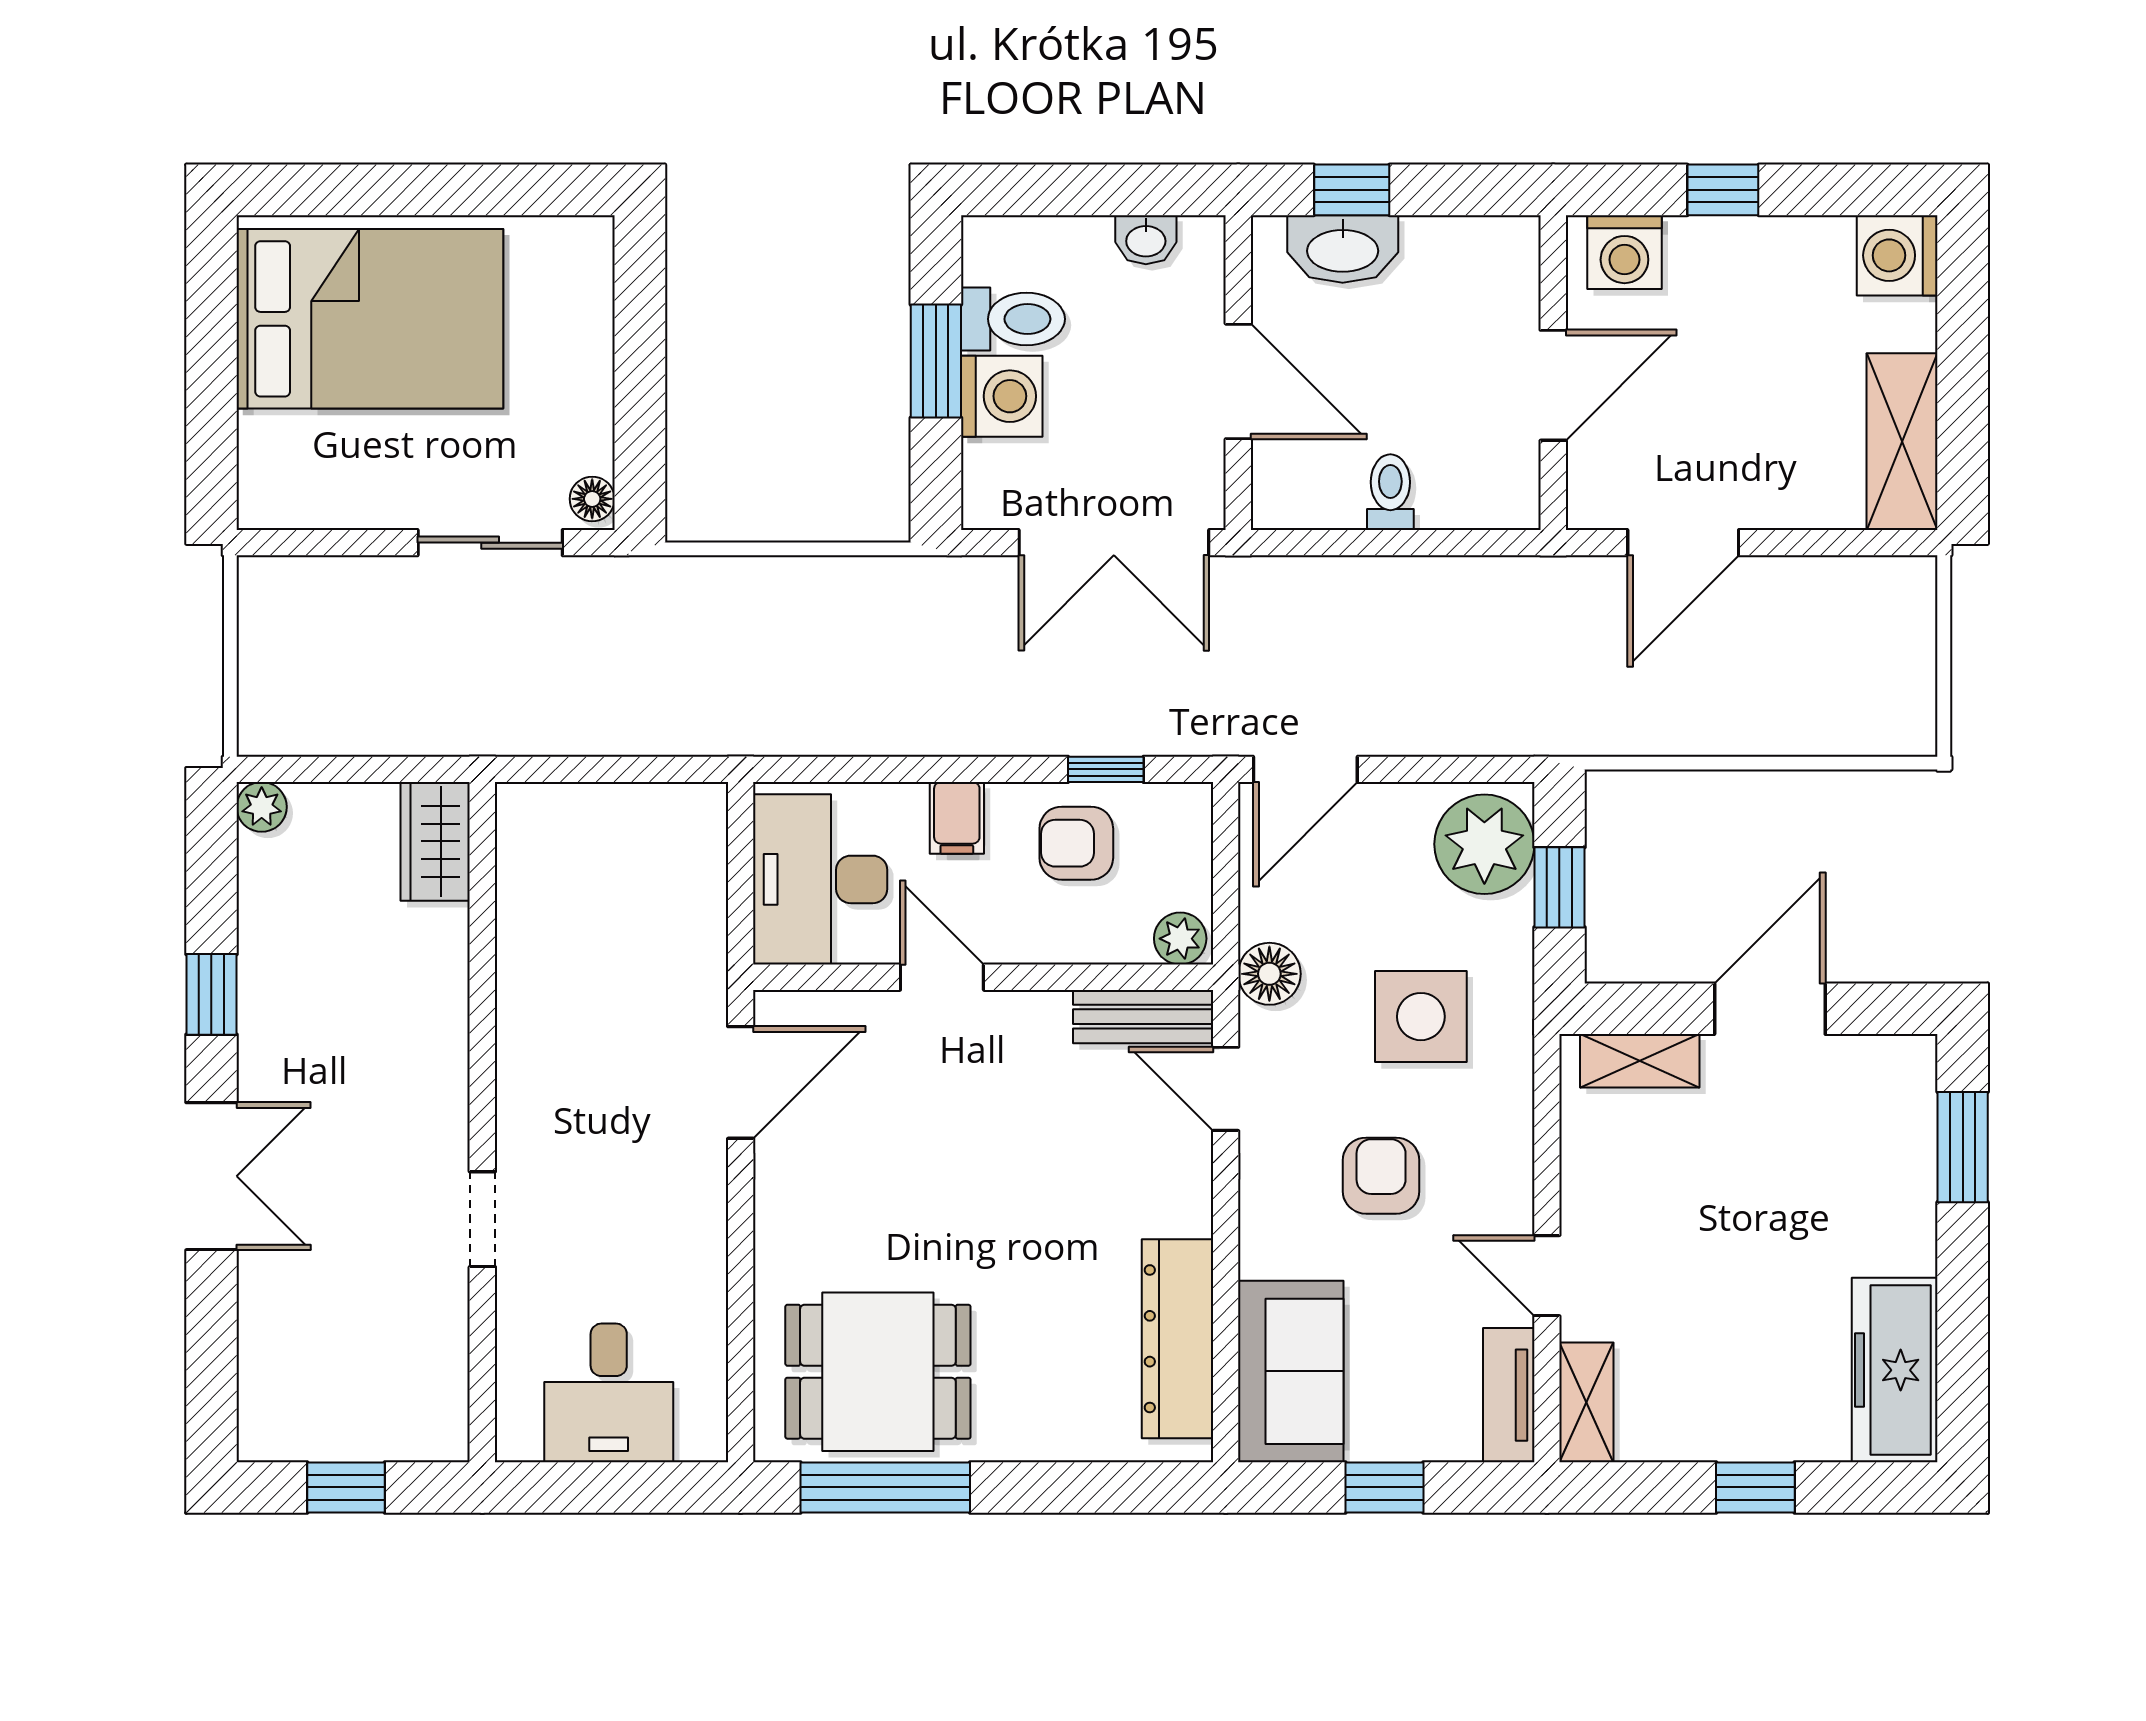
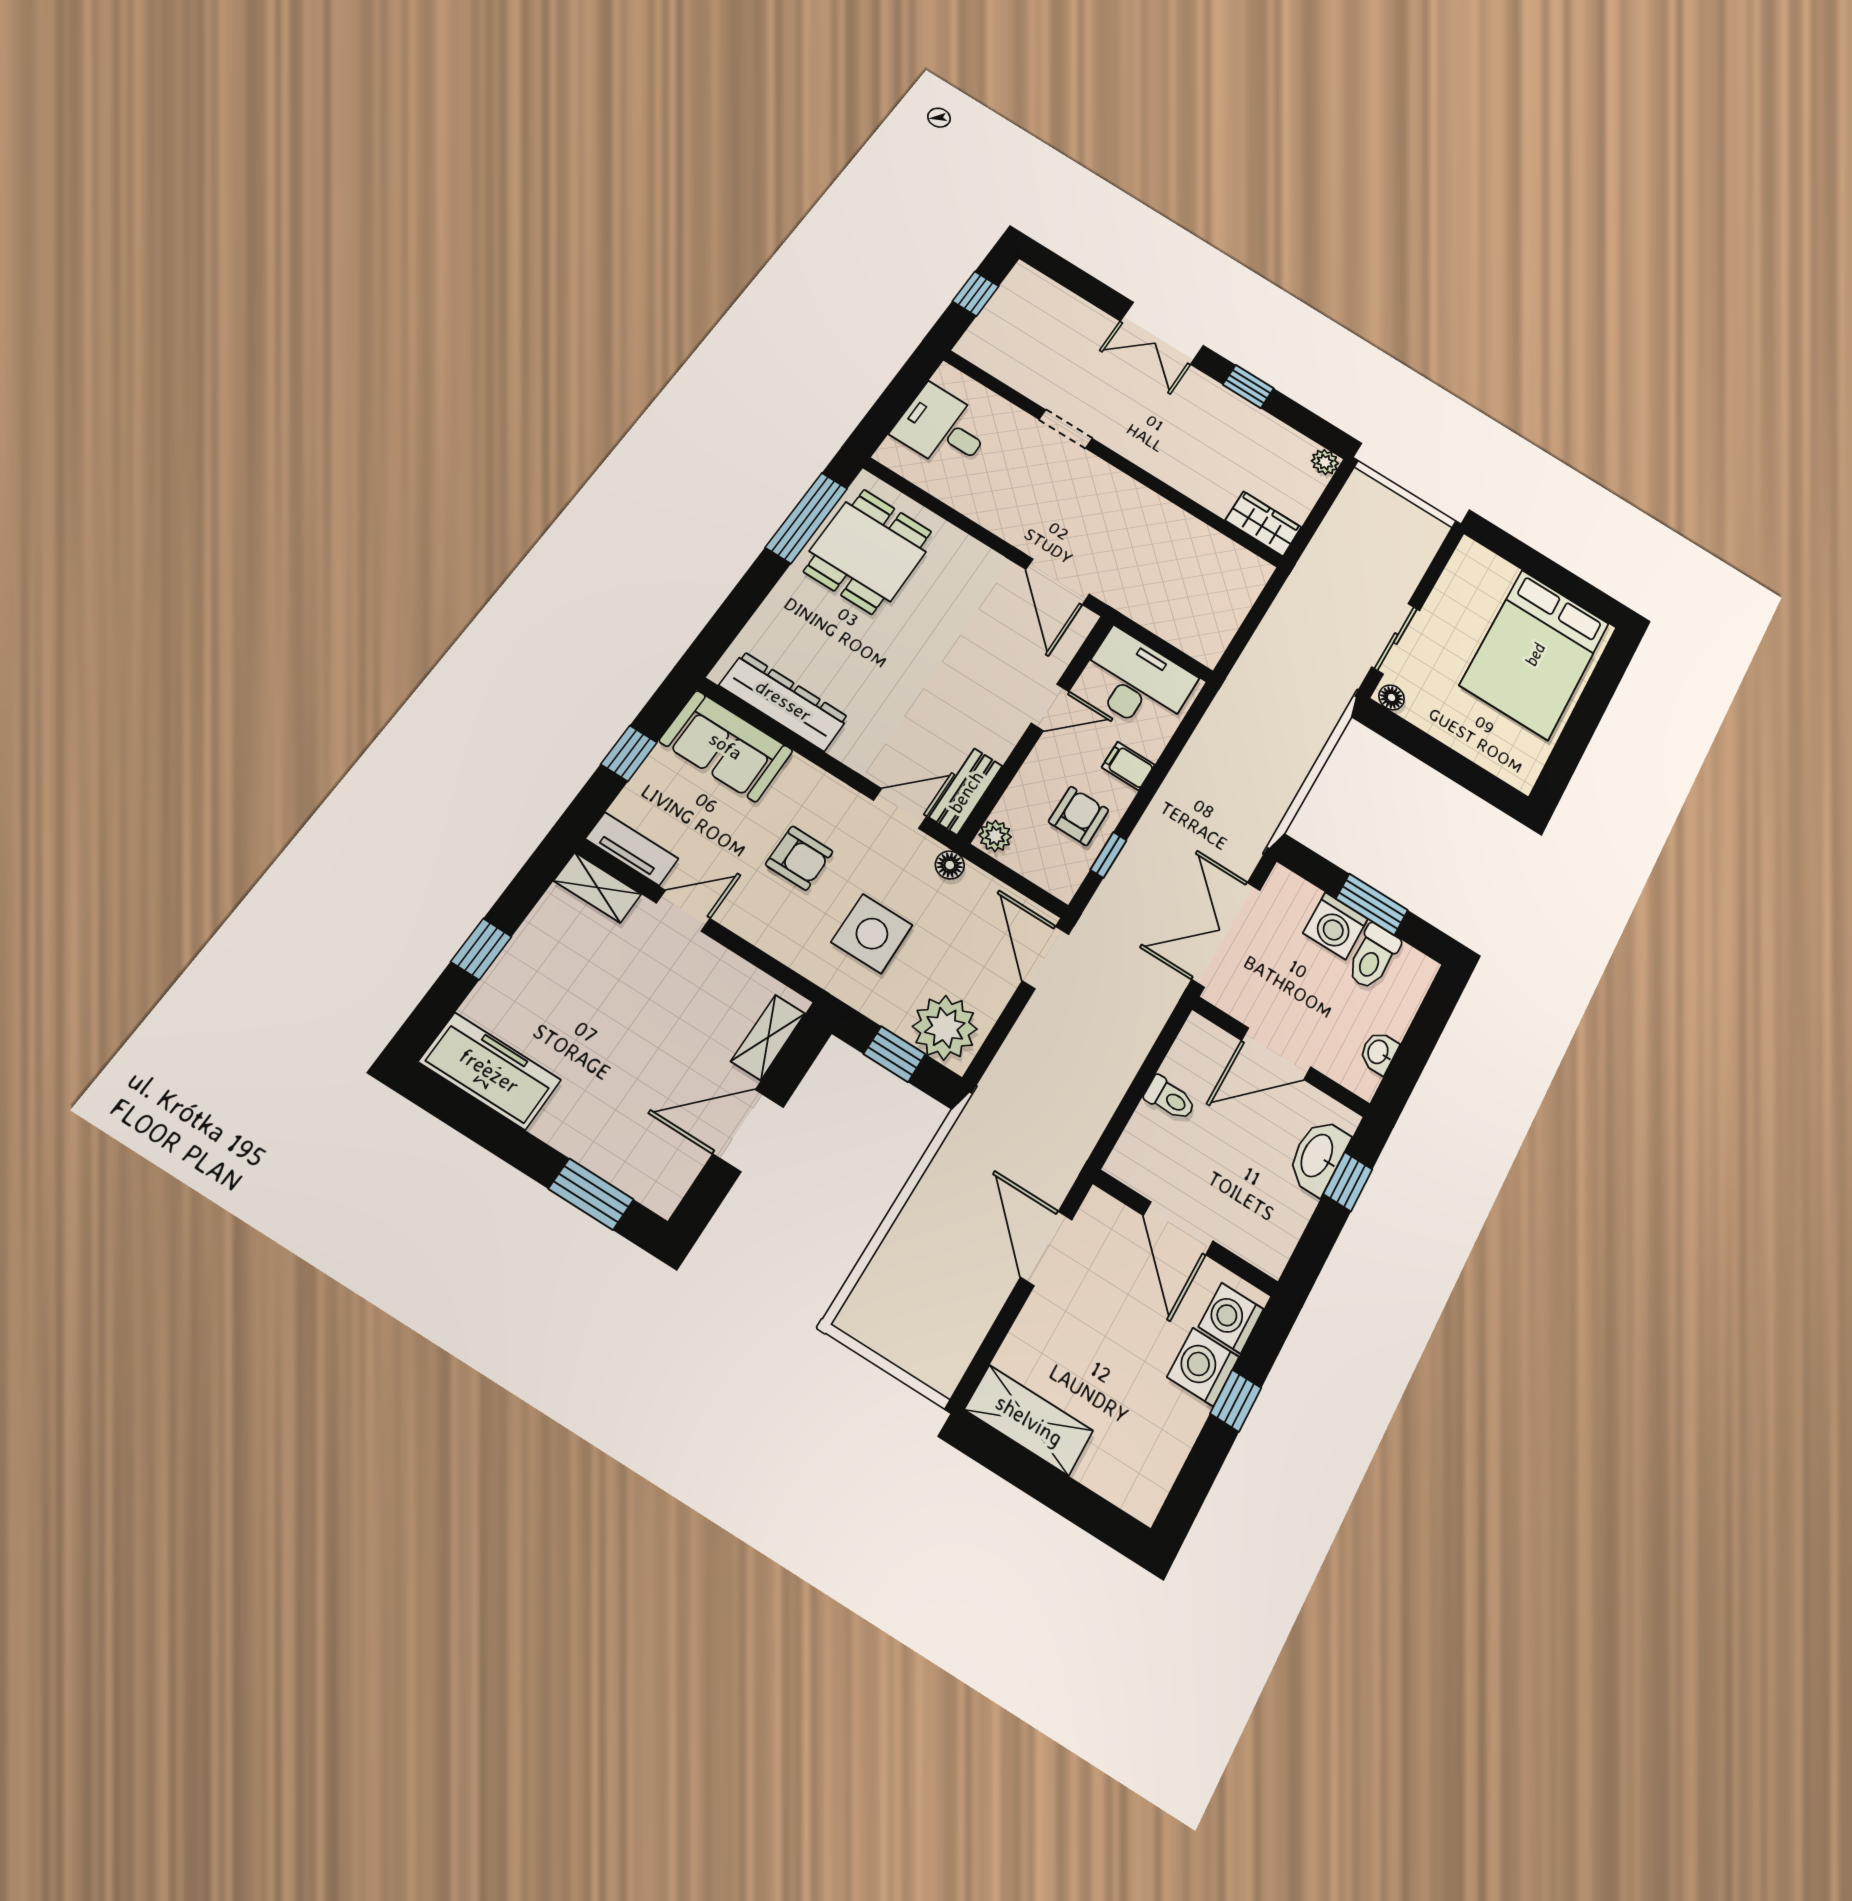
washing machine: (1897, 255) -> (1203, 1367), moved, turned -90
floor lamp: (1269, 974) -> (950, 865), width x0.73, depth x0.73
door: (1770, 1009) -> (748, 1130), swing flipped

